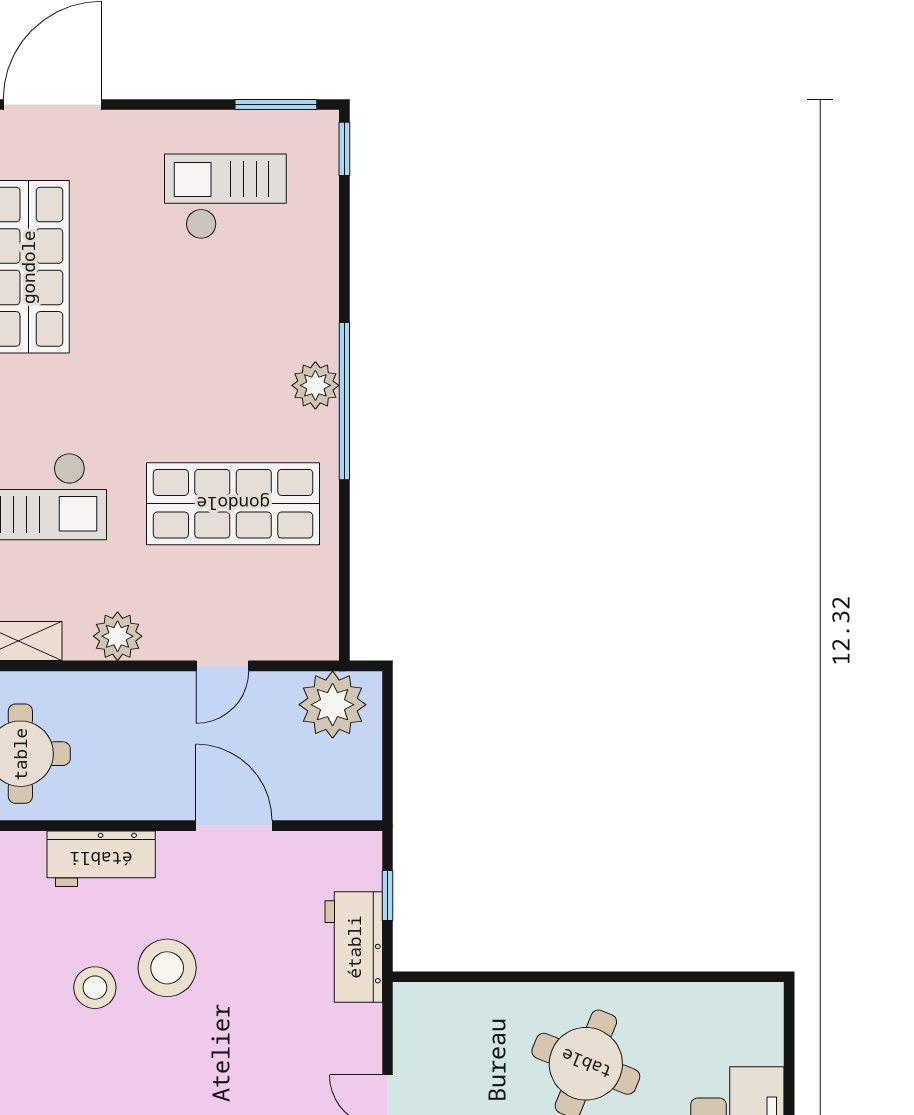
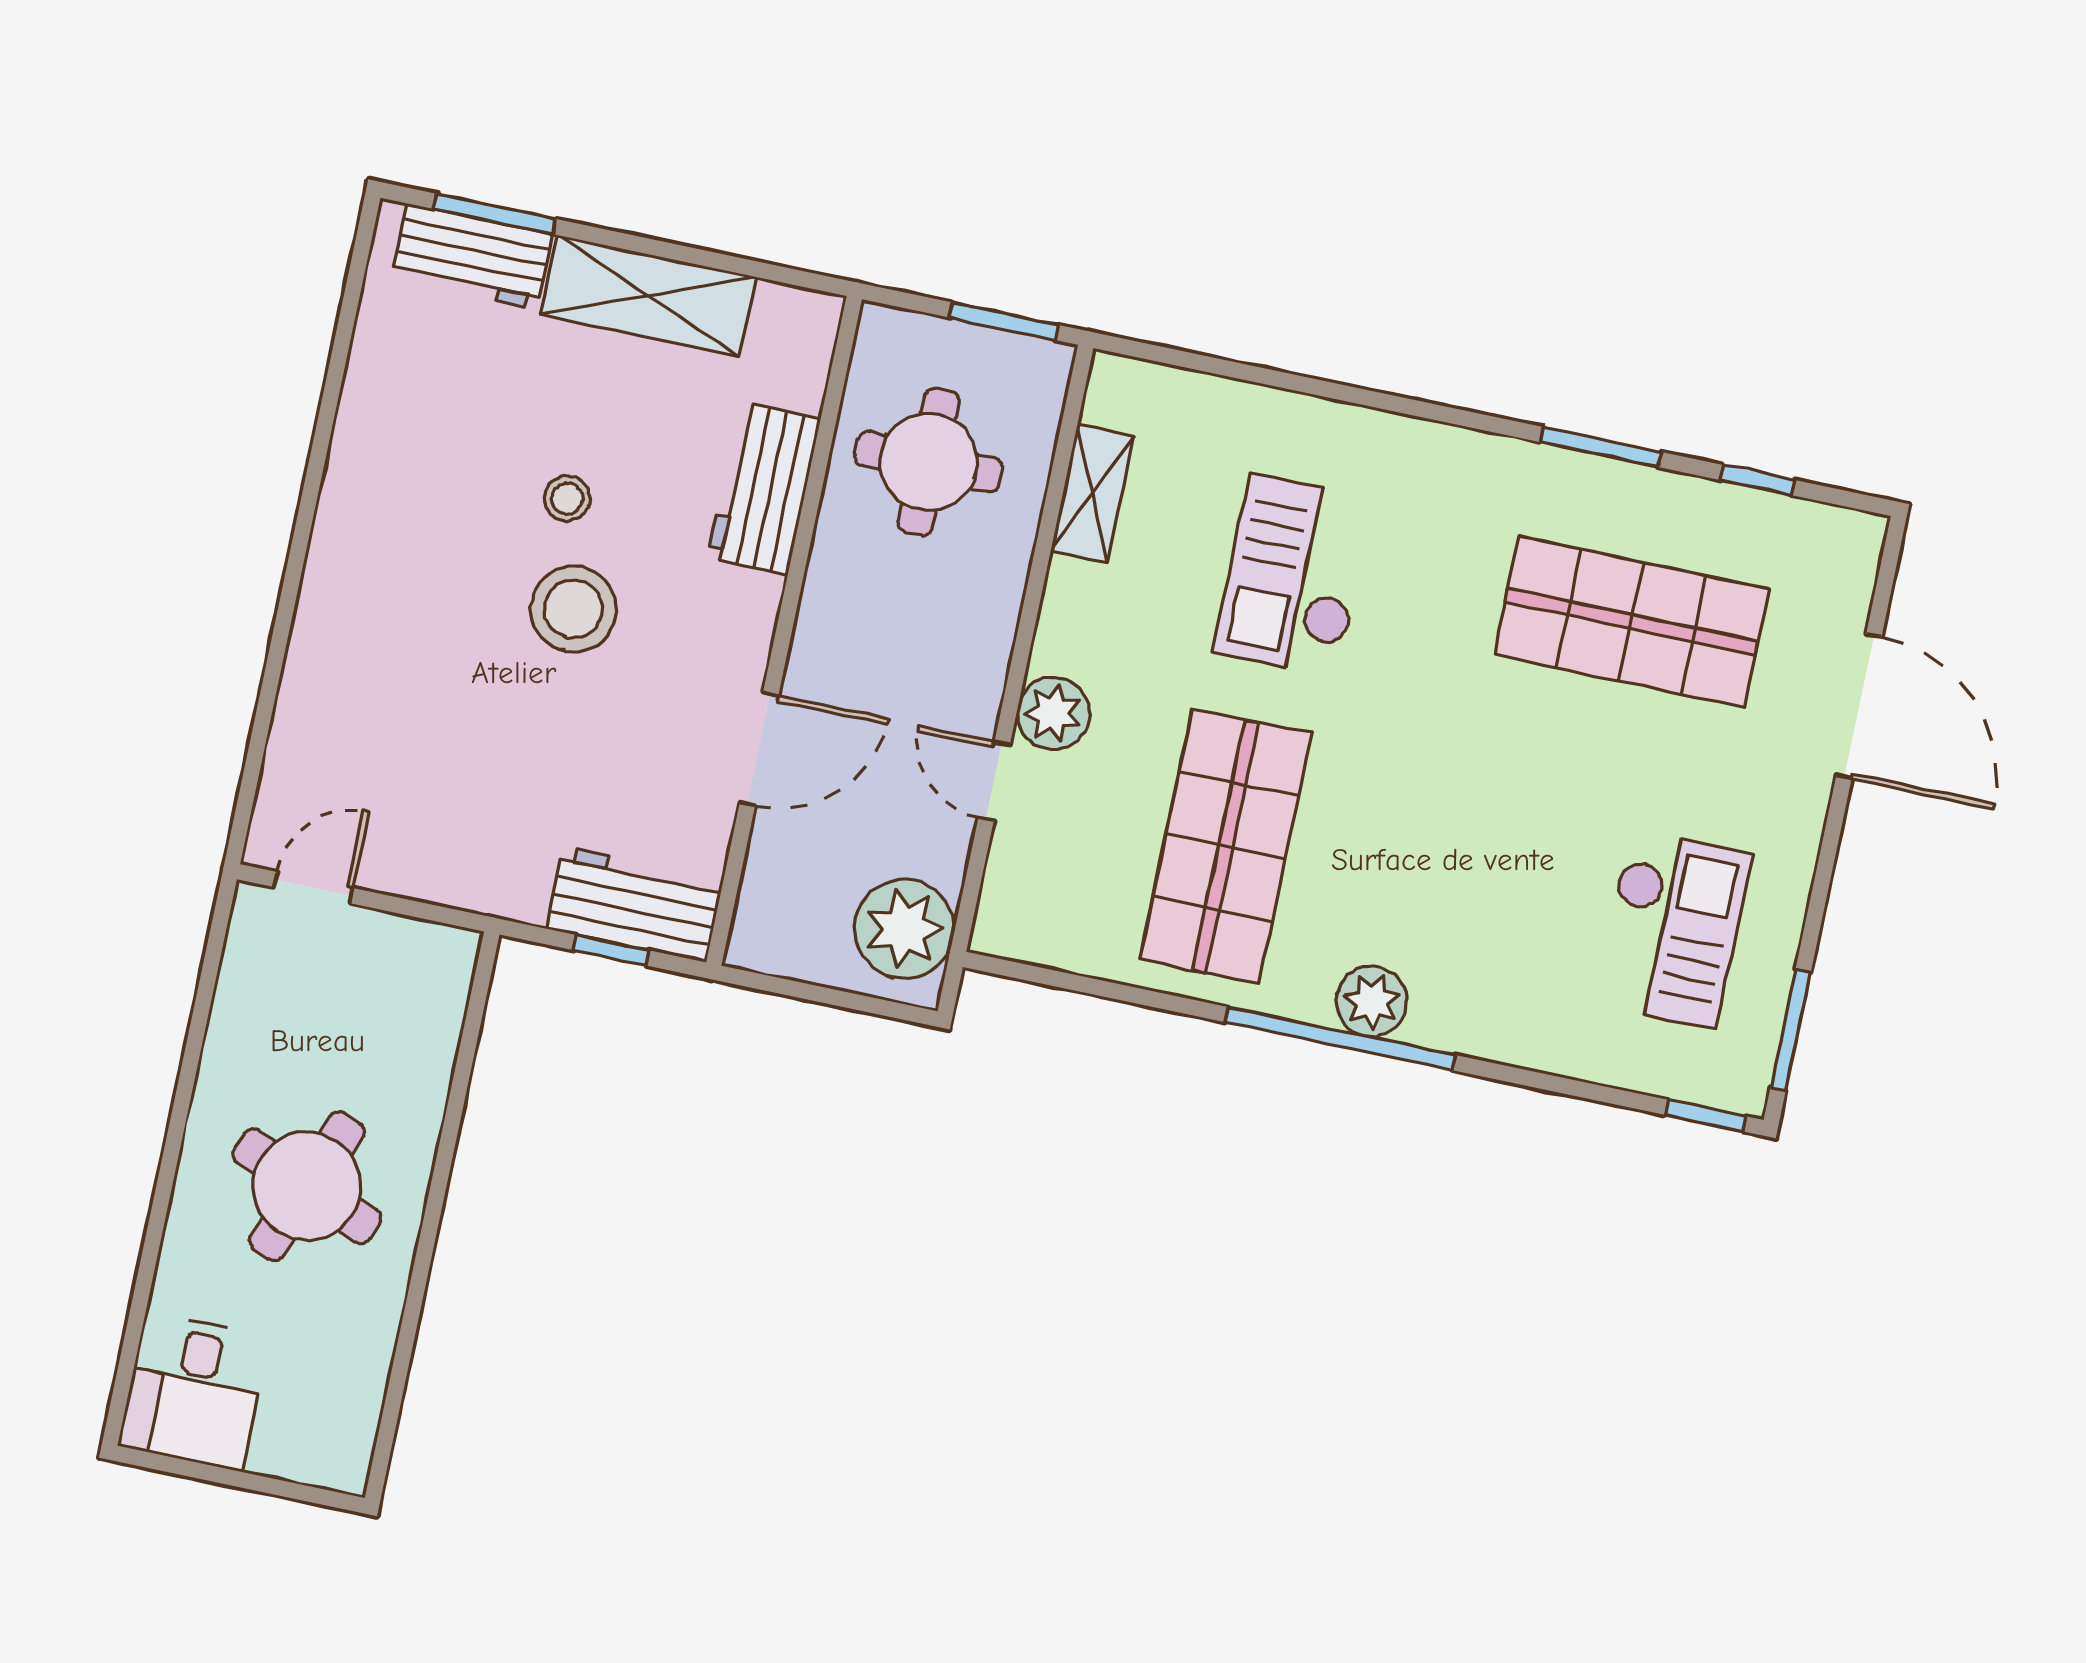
plant: (118, 636) -> (1053, 713), moved
workbench: (101, 859) -> (764, 489), moved
workbench: (354, 947) -> (635, 904), moved
stool: (95, 988) -> (567, 498), width x0.73, depth x0.73

